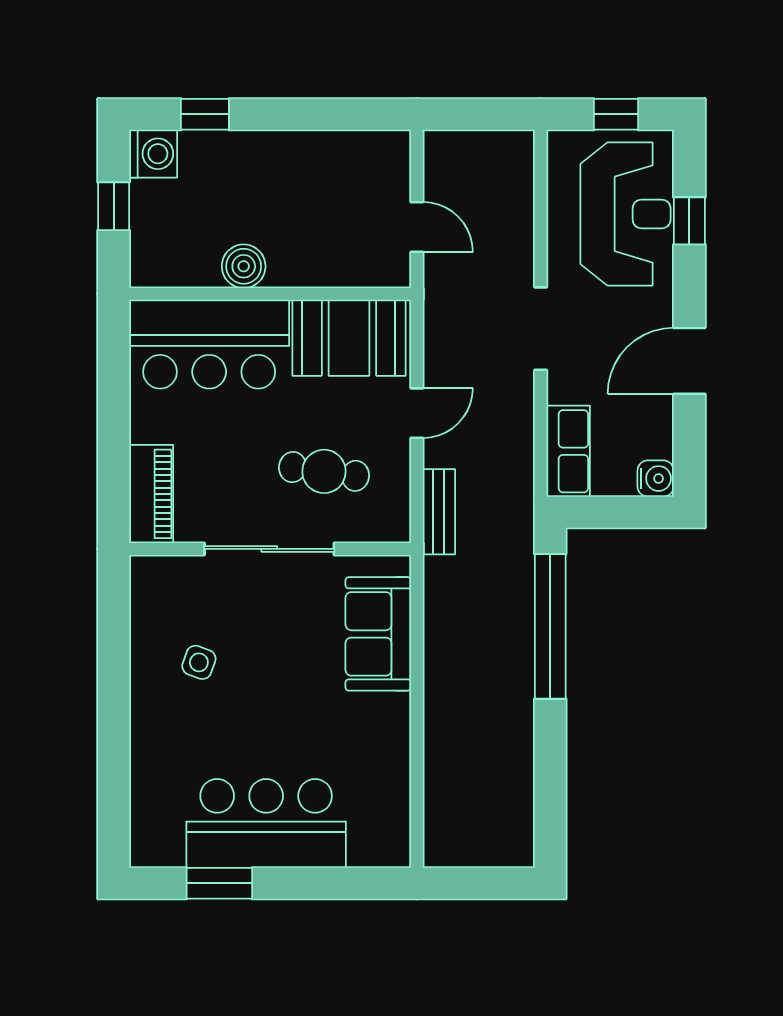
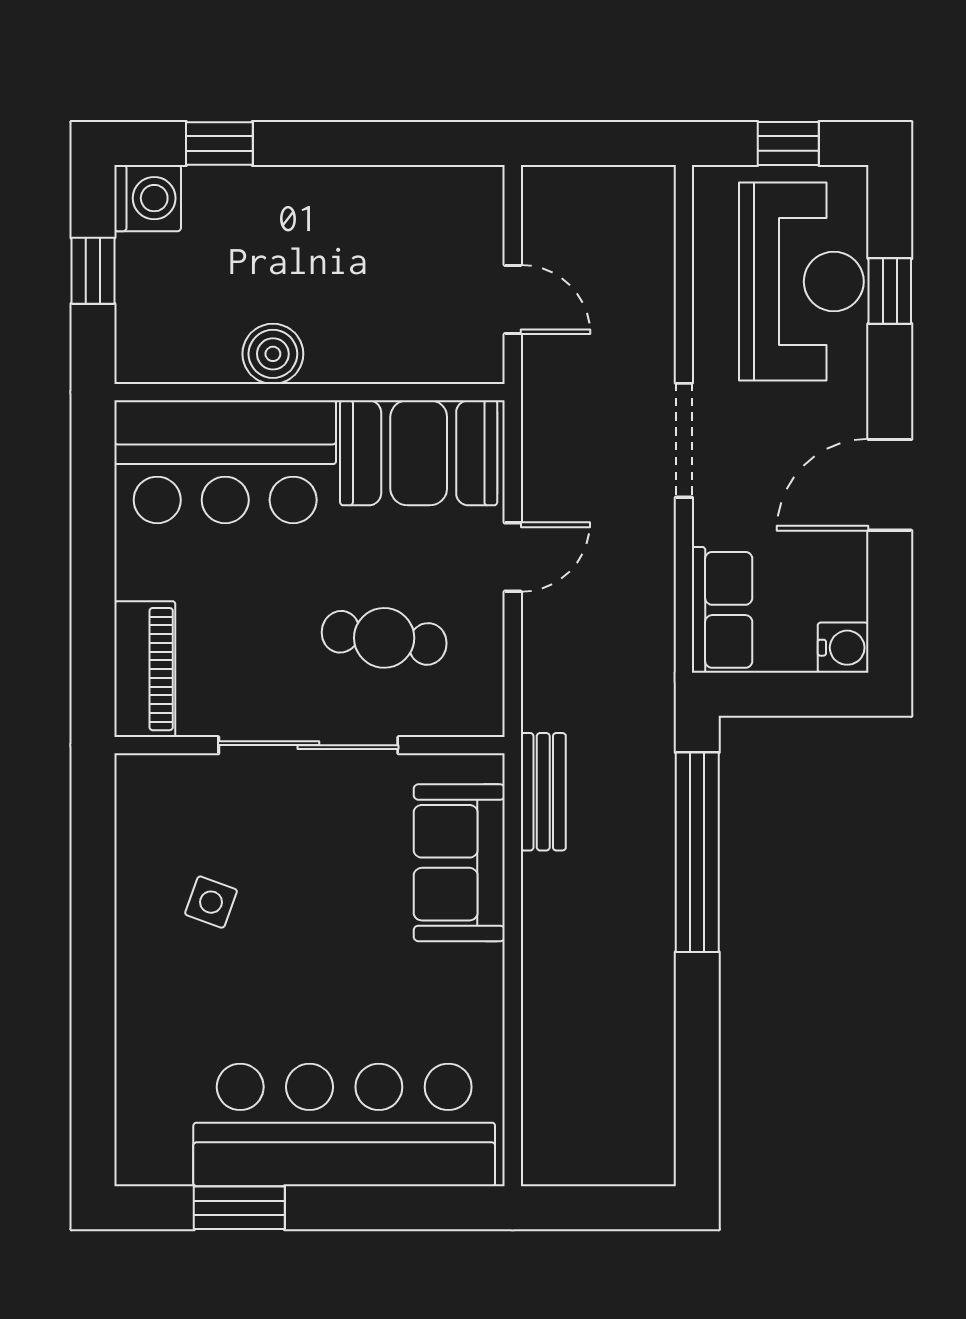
bench: (439, 512) -> (543, 792), moved
bar counter: (266, 823) -> (344, 1125), width x1.36

